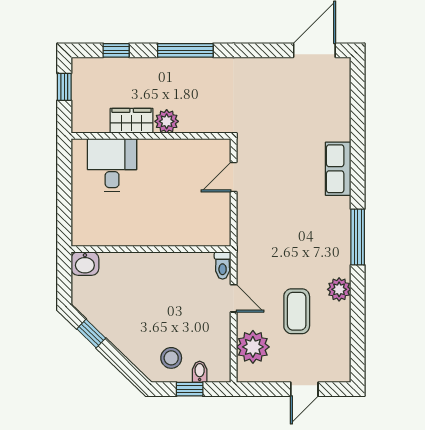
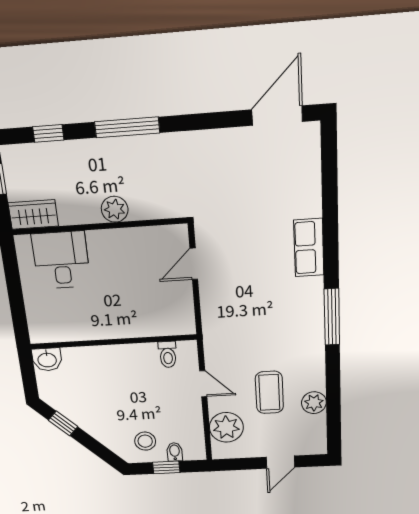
wardrobe: (132, 121) -> (33, 214), moved
toilet: (223, 265) -> (168, 354), moved
plant: (339, 289) -> (314, 403), moved

